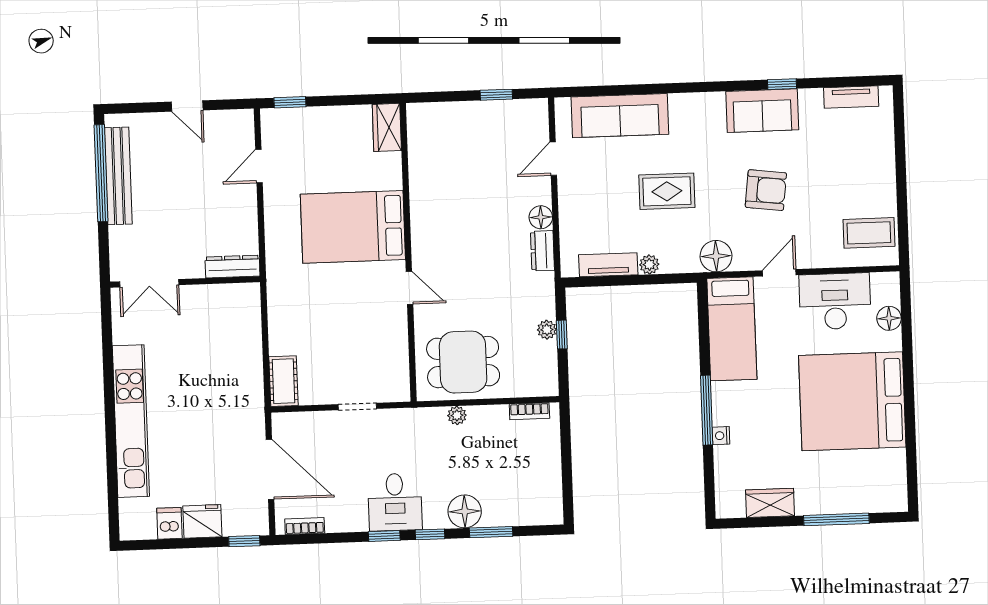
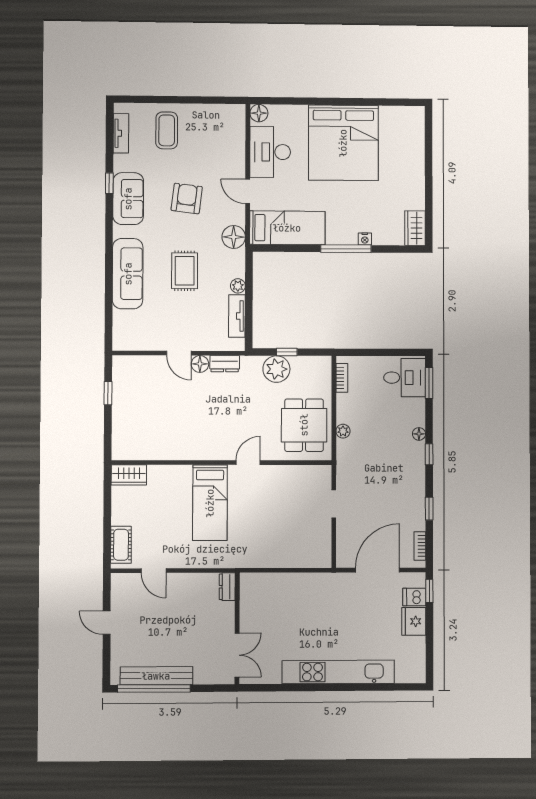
window: (290, 102) -> (107, 546), removed
door: (187, 106) -> (107, 623), swing flipped
sofa: (620, 116) -> (128, 274), moved
door: (553, 159) -> (179, 353), moved
bed: (353, 227) -> (210, 503), width x0.67
coffee table: (869, 233) -> (167, 130), moved
dresser: (233, 267) -> (227, 587), width x0.70
floor lamp: (889, 318) -> (259, 113), moved
plant: (547, 330) -> (276, 369), width x1.88, depth x1.88
cot: (283, 381) -> (121, 545), moved, turned 90
desk: (395, 502) -> (405, 378), moved
wardrobe: (770, 503) -> (415, 228), moved
floor lamp: (465, 511) -> (419, 434), width x0.53, depth x0.53
window: (836, 519) -> (429, 158), removed
dishwasher: (169, 523) -> (414, 597), moved
window: (491, 532) -> (429, 383), moved
window: (384, 536) -> (429, 509), moved

